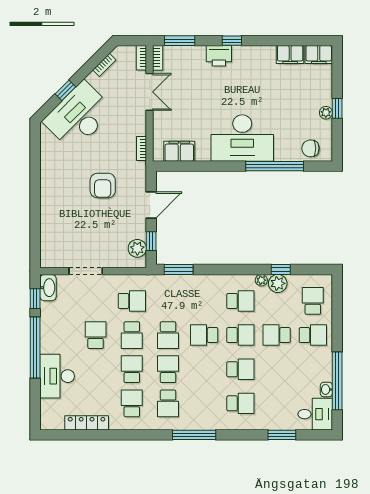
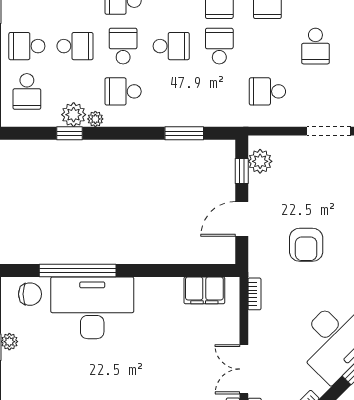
desk: (242, 138) -> (92, 308), moved
armchair: (103, 186) -> (306, 245), turned 180
window: (179, 269) -> (184, 133), moved
school desk: (132, 335) -> (267, 46), removed
school desk: (240, 335) -> (123, 46), turned 90

